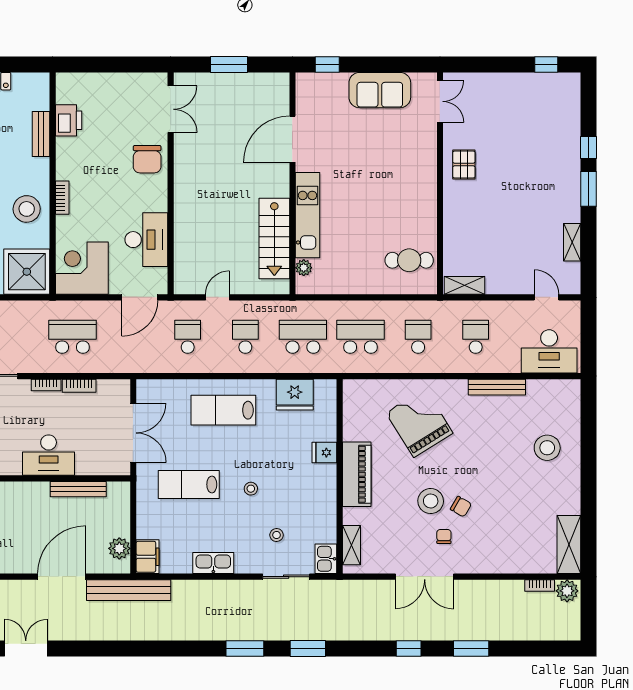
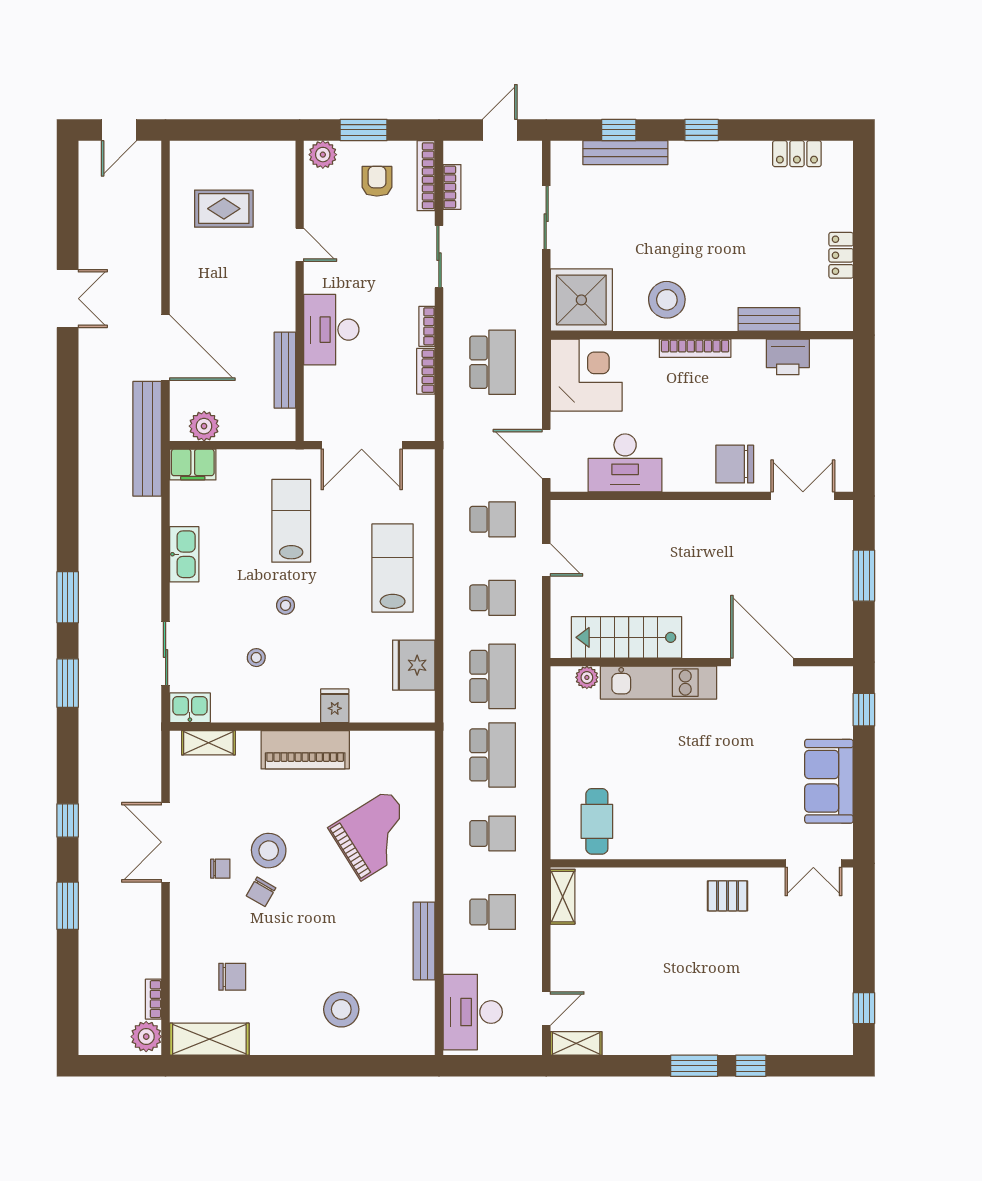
double door: (171, 109) -> (803, 496), swing flipped
bookcase: (62, 198) -> (695, 348), width x1.56
shelving: (572, 242) -> (576, 1043), moved
chair: (523, 528) -> (232, 977), added
stool: (277, 535) -> (256, 658), moved

